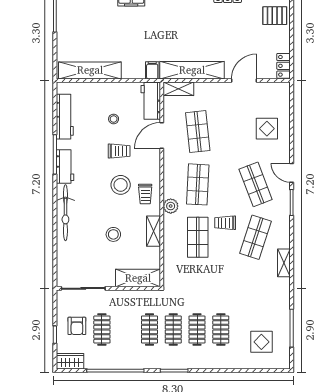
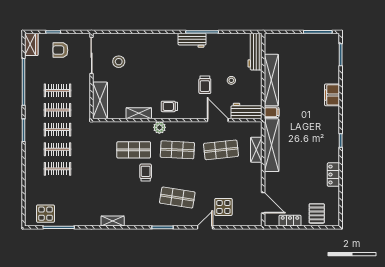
locker: (284, 66) -> (290, 221), moved
shelving: (90, 70) -> (271, 80), moved
door: (244, 80) -> (263, 203), moved
shelving: (178, 89) -> (256, 150), moved
workbench: (65, 117) -> (255, 52), moved, turned 90
door: (292, 173) -> (205, 227), moved
shop shelf: (256, 184) -> (177, 198), turned 30
stool: (121, 185) -> (177, 86), removed
bicycle: (65, 213) -> (154, 41), removed
stool: (113, 234) -> (119, 62), moved
shop shelf: (256, 237) -> (134, 198), removed
clothes rail: (102, 330) -> (57, 90), moved
display table: (261, 342) -> (45, 214), moved

